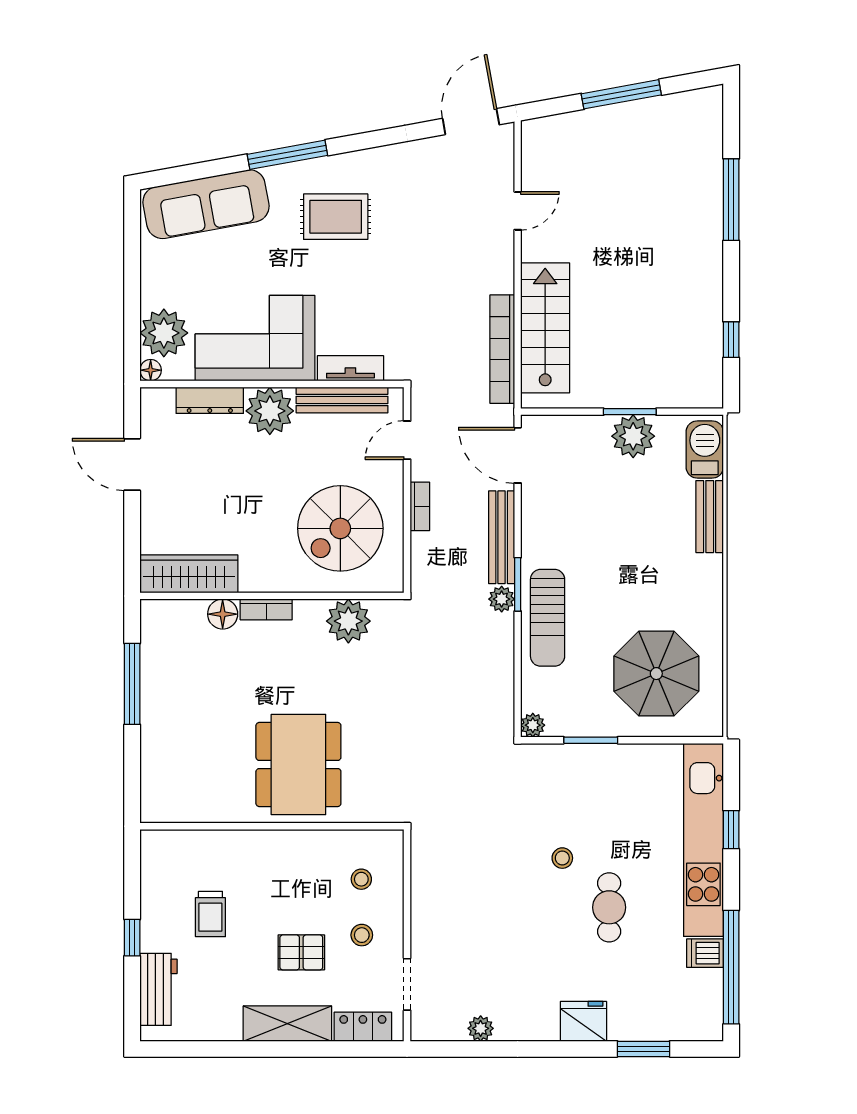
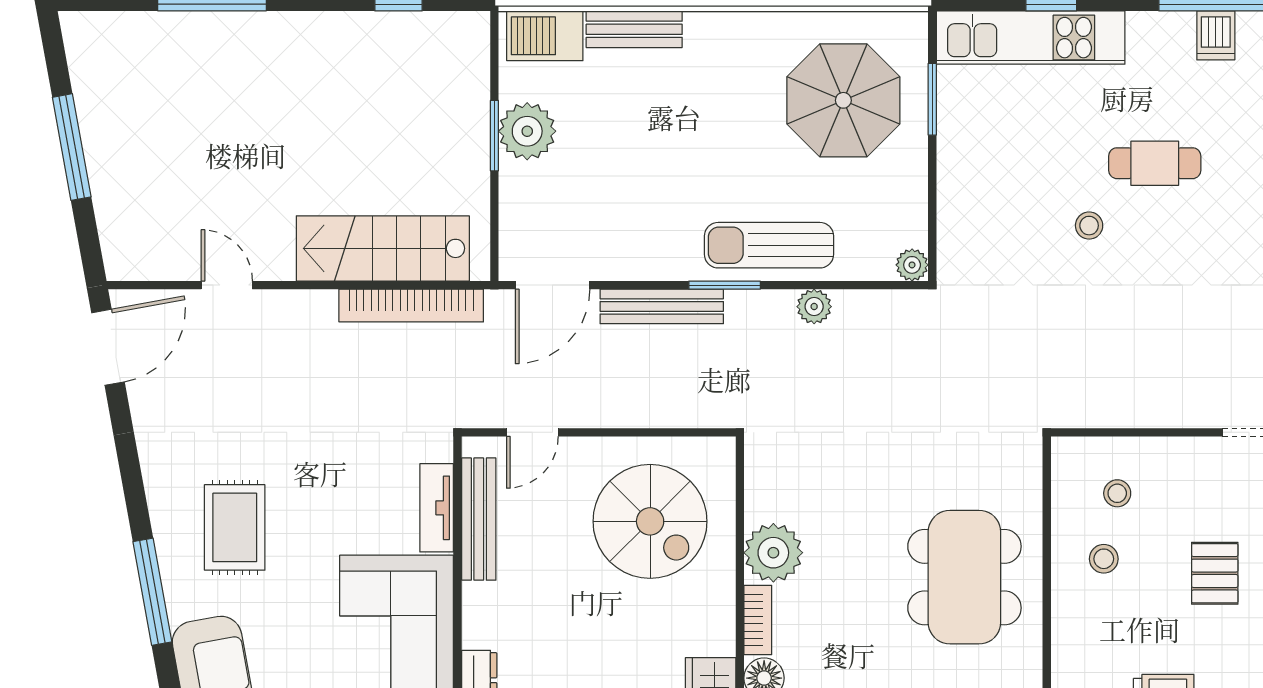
door: (471, 122) -> (108, 347), swing flipped
plant: (270, 411) -> (493, 615), removed
door: (407, 440) -> (532, 432), hinge flipped
bookcase: (420, 506) -> (621, 415), removed
plant: (502, 599) -> (814, 307), moved
sun lounger: (548, 618) -> (769, 245), turned 180
plant: (348, 621) -> (773, 553), moved
window: (591, 740) -> (932, 99), moved
dining table: (298, 764) -> (964, 577), turned 90
kitchen unit: (703, 840) -> (1031, 38), width x0.73
stool: (362, 935) -> (1104, 559), moved

